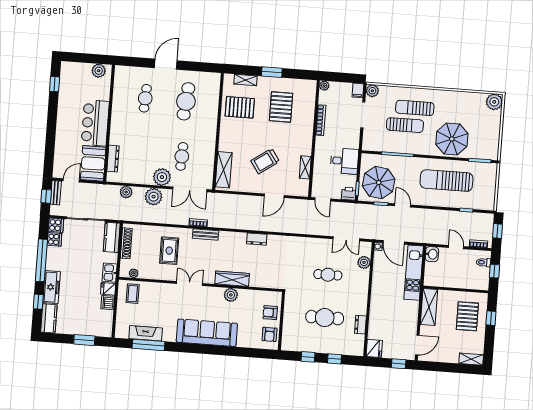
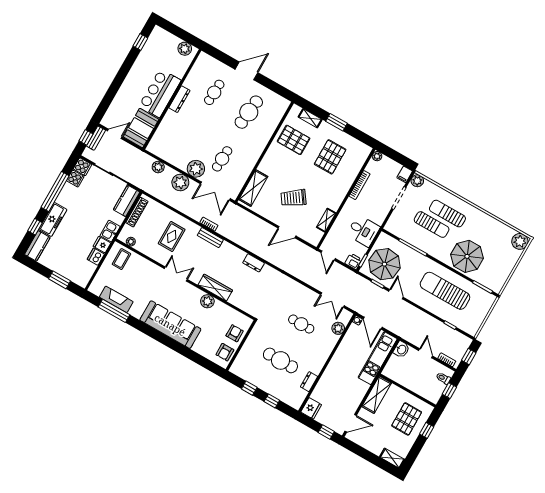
dresser: (113, 159) -> (179, 99), moved
armchair: (270, 313) -> (235, 333), turned 90

